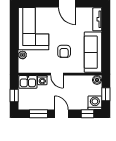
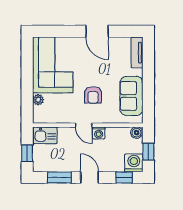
sofa: (93, 52) -> (131, 96), width x0.73
washing machine: (42, 80) -> (99, 133), moved

